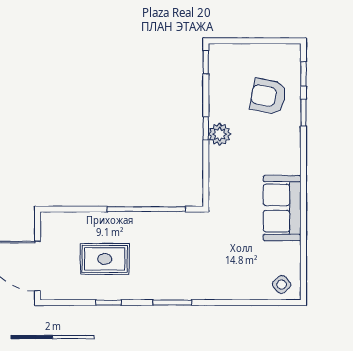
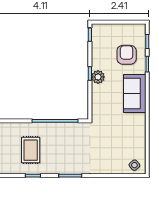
armchair: (268, 96) -> (127, 55), turned 79
sofa: (282, 208) -> (135, 93), moved
rug: (105, 259) -> (31, 150), turned 90

